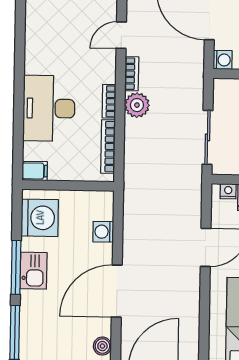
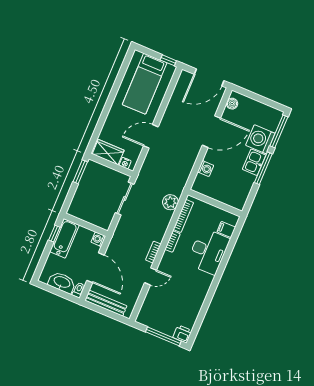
plant: (137, 105) -> (170, 202), moved
filing cabinet: (35, 171) -> (226, 229), moved
washing machine: (40, 218) -> (260, 139), moved

